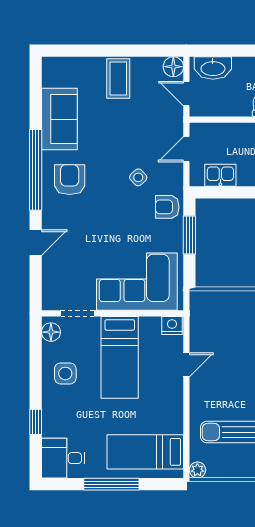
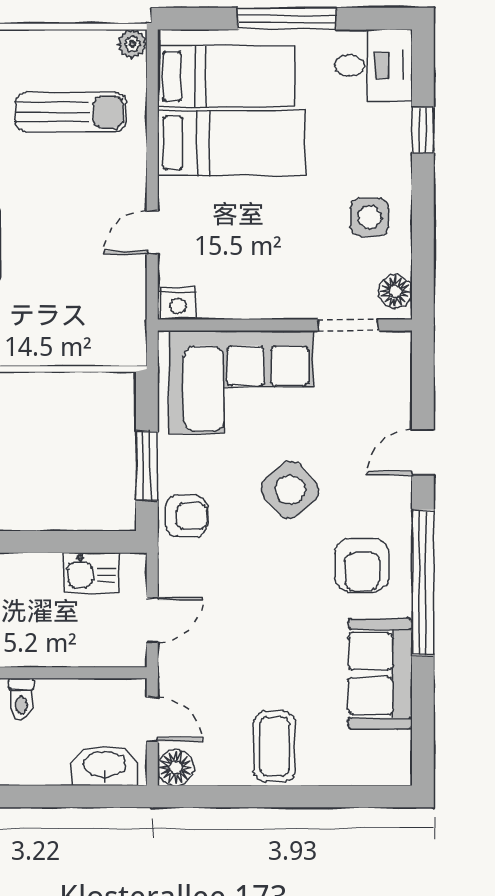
side table: (138, 177) -> (290, 490), moved, width x1.87, depth x1.87
bed: (120, 357) -> (231, 143), moved, turned 90

